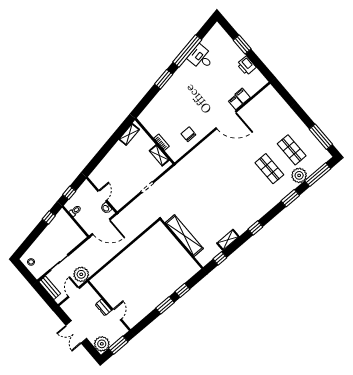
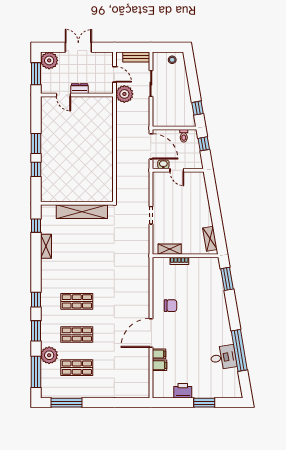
window: (164, 79) -> (227, 279), moved
chair: (188, 134) -> (171, 306), moved
shop shelf: (247, 188) -> (77, 301), added
door: (101, 227) -> (151, 146), swing flipped
window: (255, 228) -> (36, 300), moved

